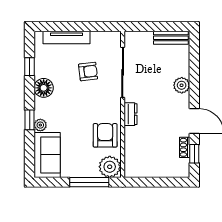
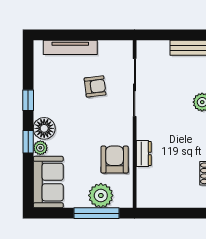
window: (30, 67) -> (28, 100), moved
floor lamp: (44, 88) -> (44, 128), moved
dresser: (131, 114) -> (144, 154), moved
plant: (110, 167) -> (101, 195), moved

